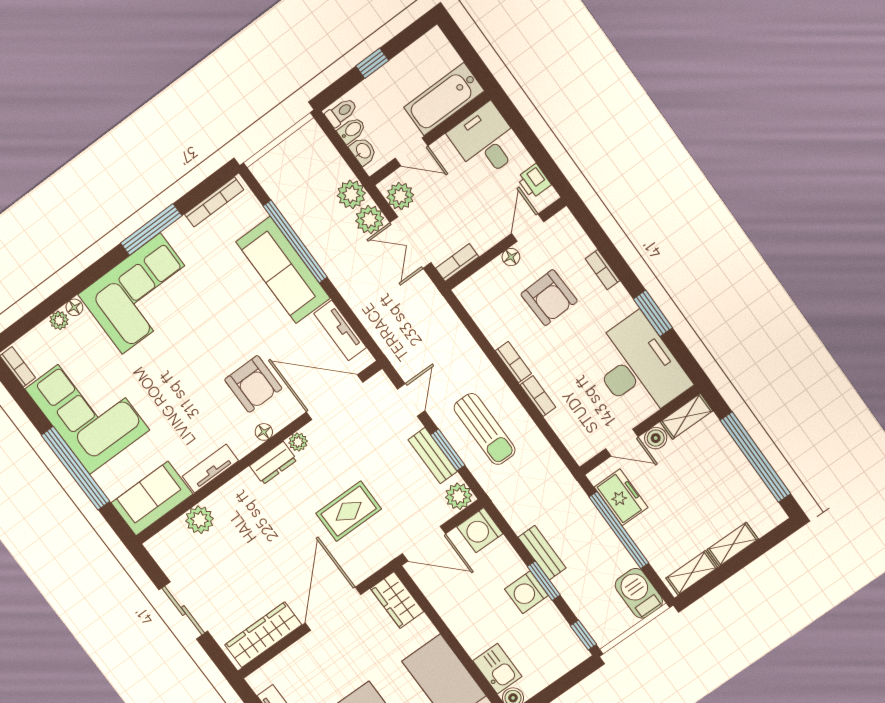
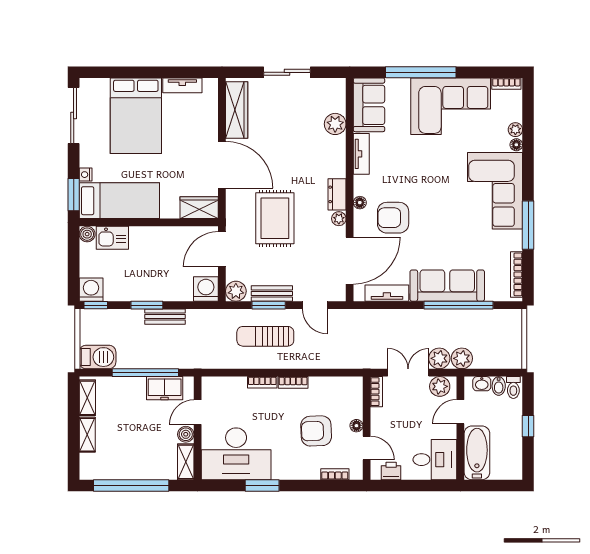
bookcase: (603, 270) -> (335, 474), moved
rug: (349, 511) -> (275, 218), width x1.36, depth x1.43
washing machine: (526, 592) -> (91, 290), moved

